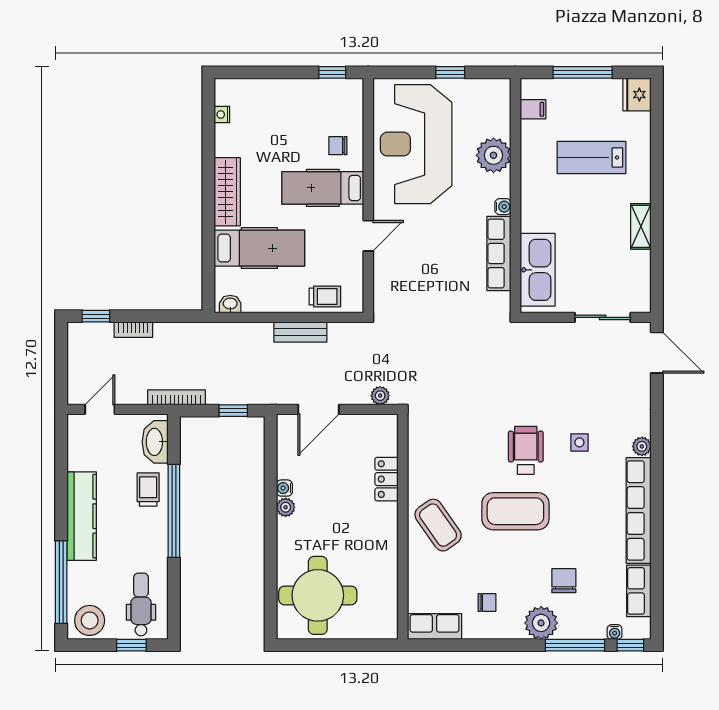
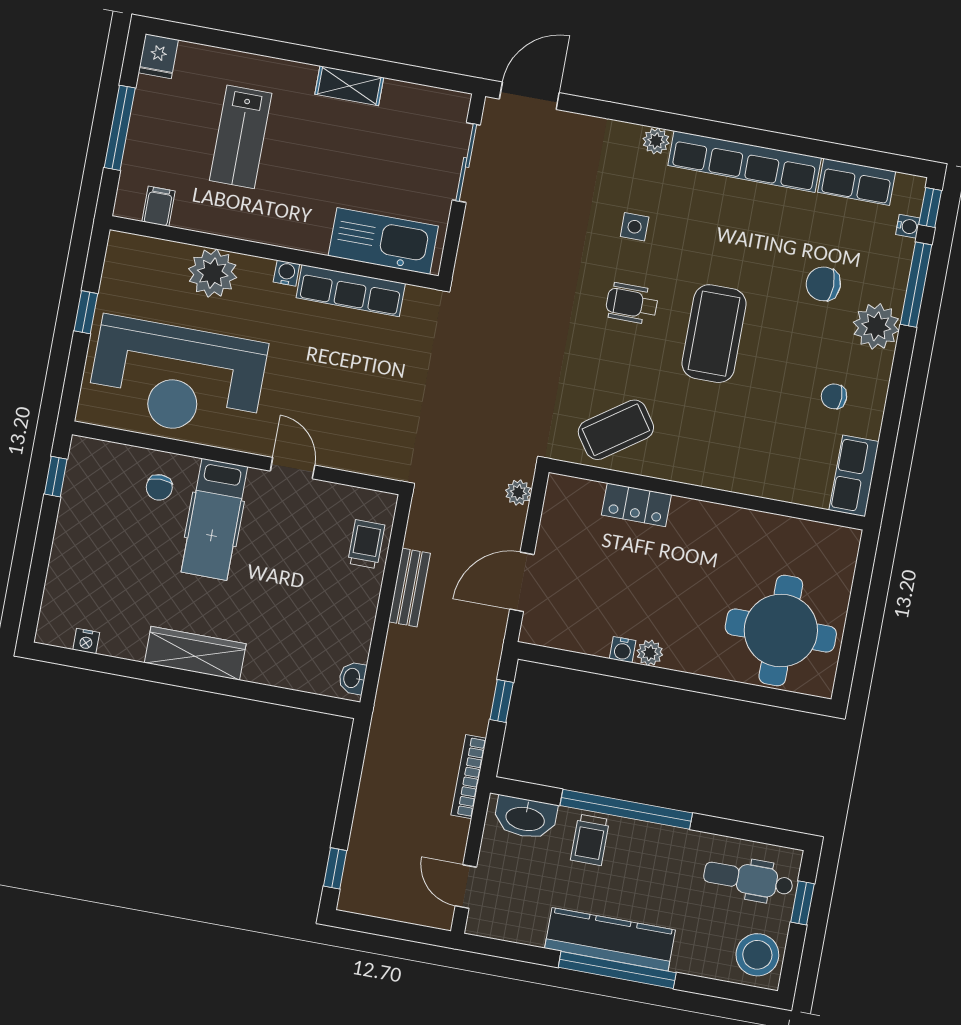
fridge: (637, 95) -> (158, 56), width x0.72
hospital bed: (259, 248) -> (282, 623), removed
bookcase: (133, 330) -> (363, 819), removed
door: (319, 409) -> (522, 582), swing flipped
wheelchair: (526, 450) -> (632, 304), width x0.73, depth x0.73
trolley: (148, 490) -> (590, 840), turned -90
coffee table: (438, 525) -> (616, 430), moved
window: (61, 582) -> (617, 970), moved
chair: (487, 602) -> (834, 396), turned -90

